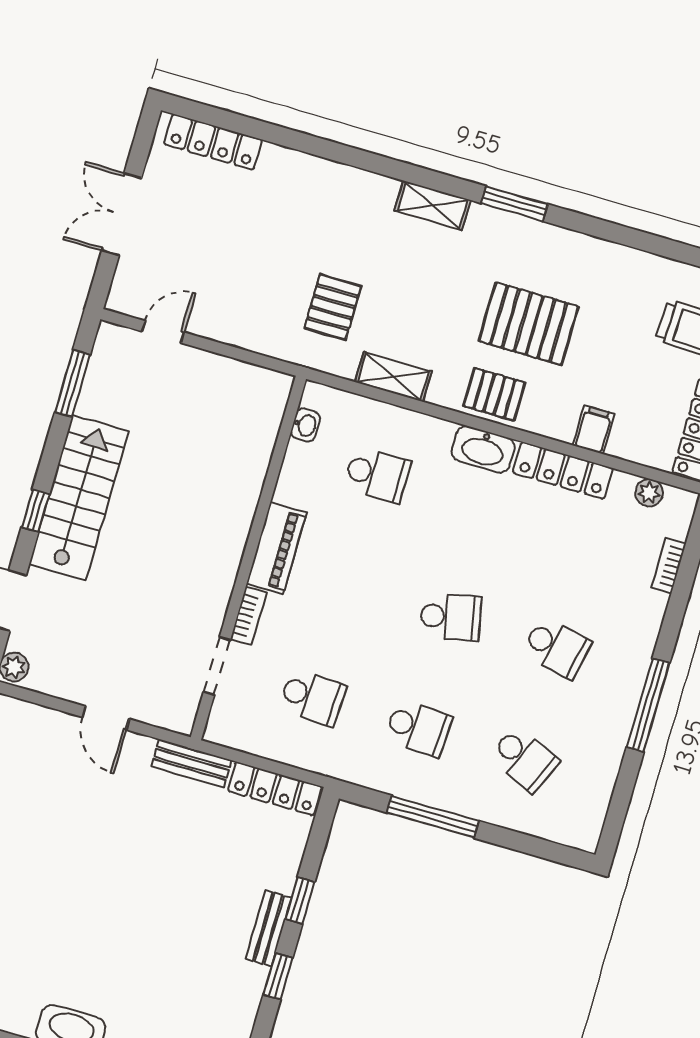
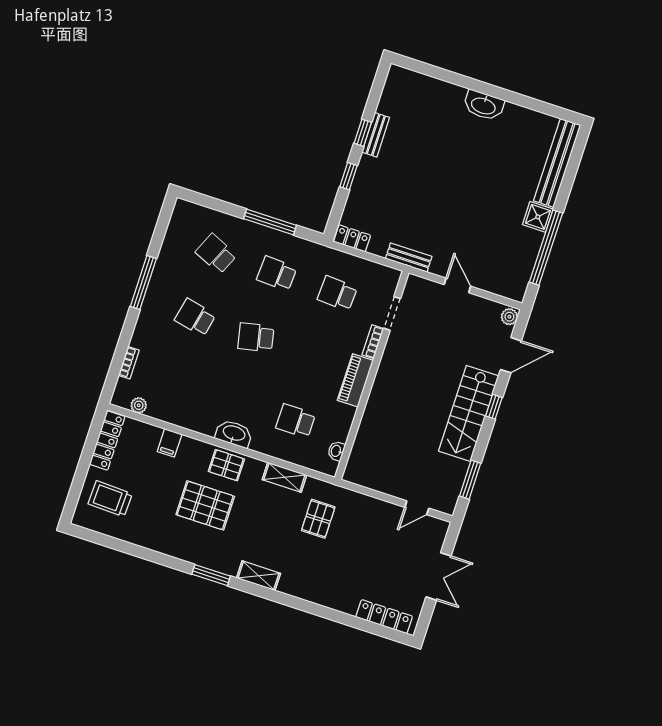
locker: (563, 470) -> (188, 420), removed
locker: (275, 789) -> (352, 238), width x0.66
bench: (269, 928) -> (376, 135), moved

